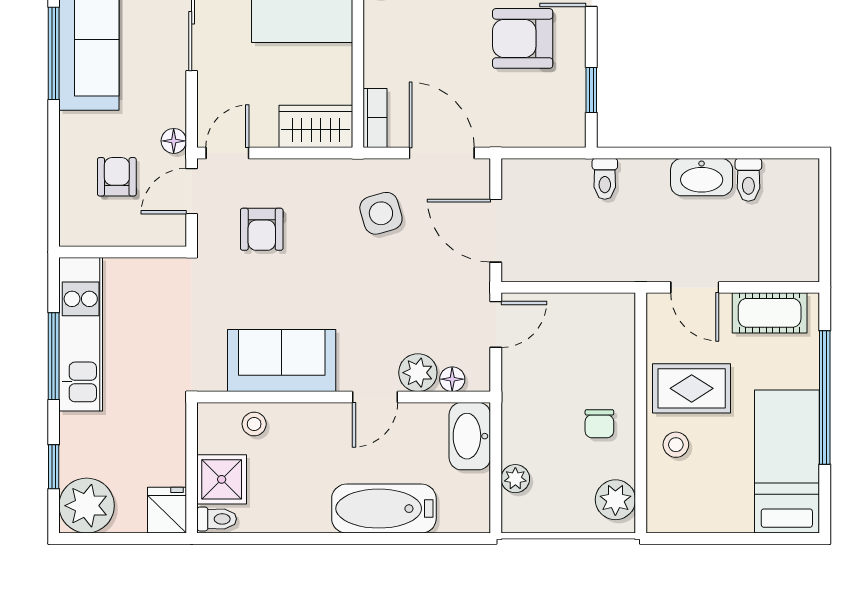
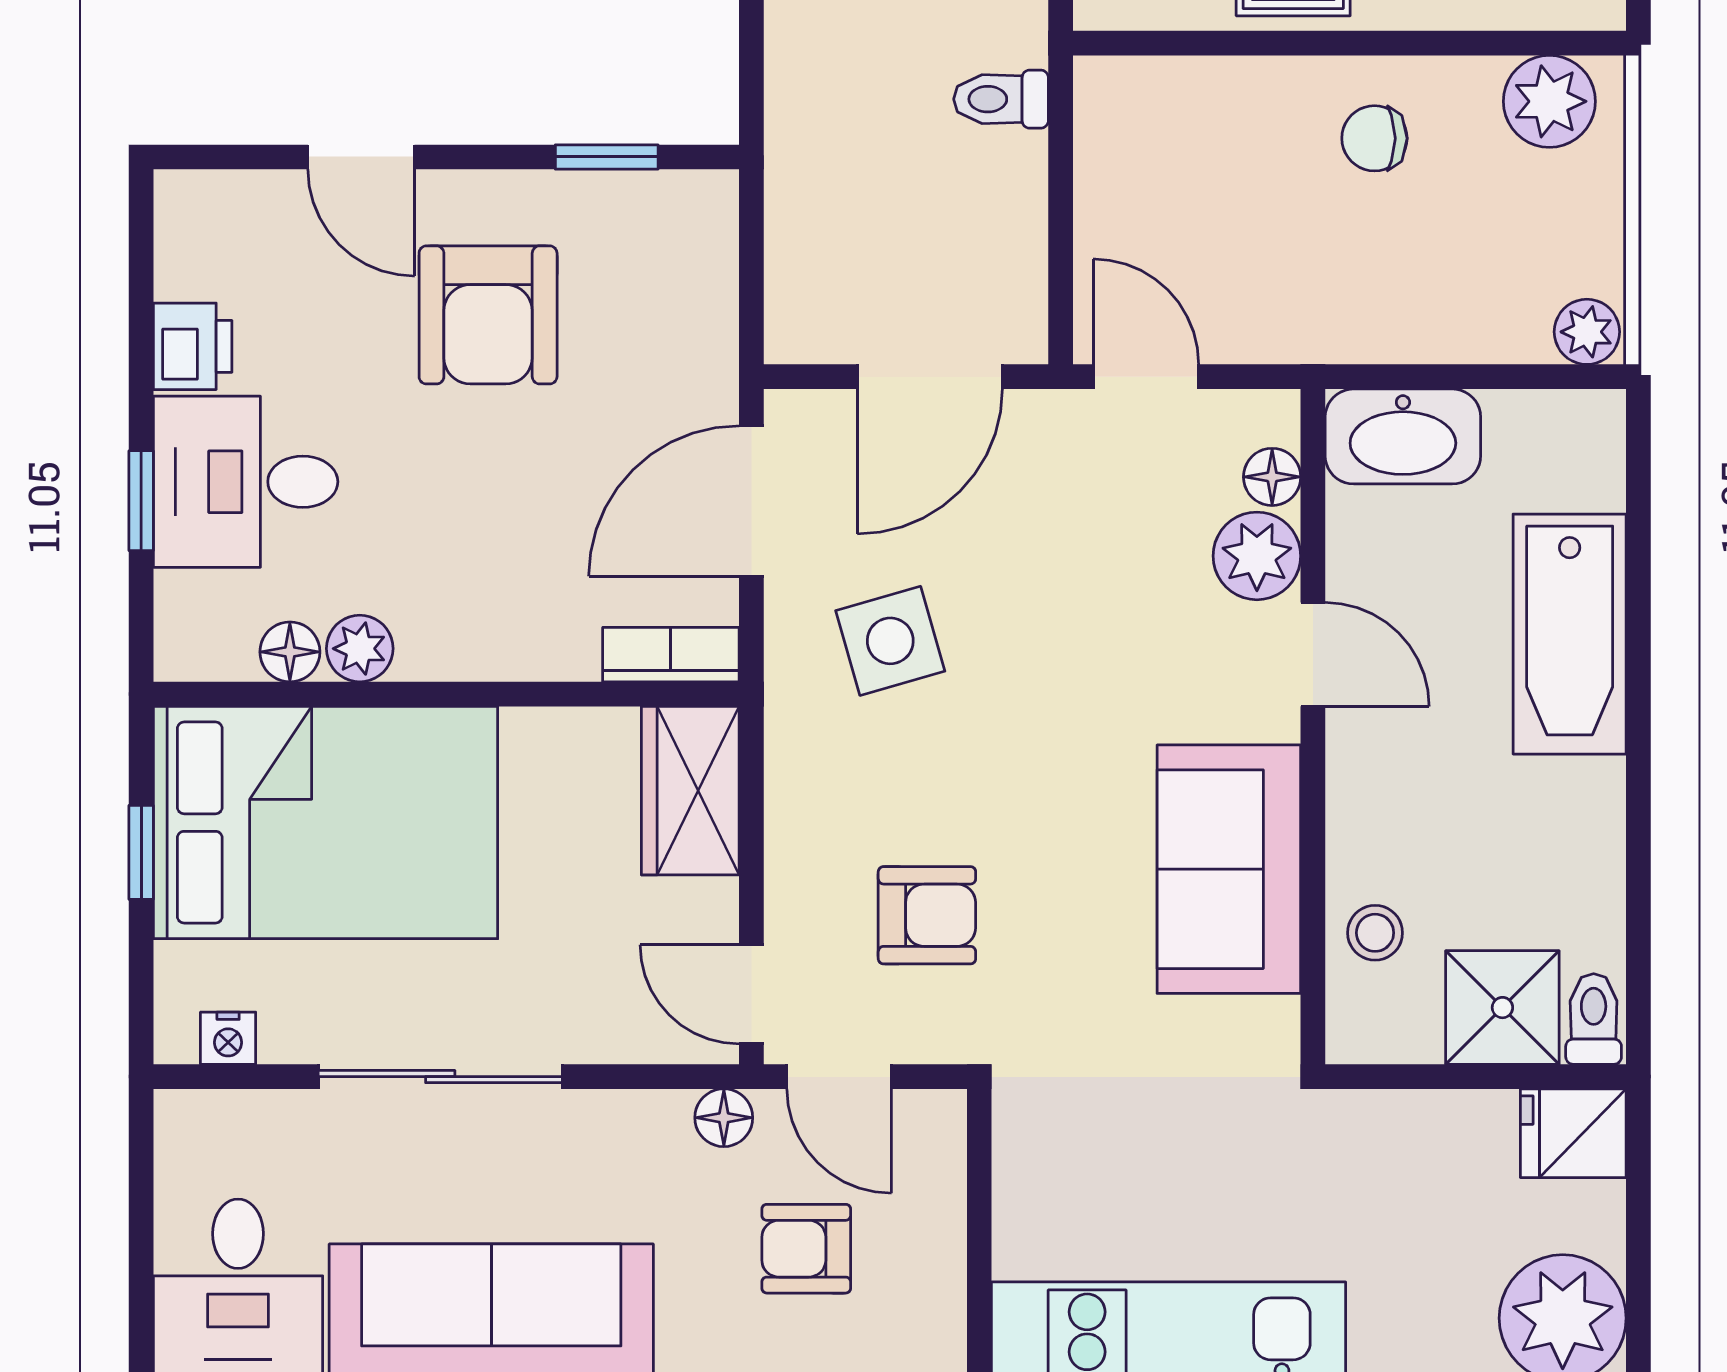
toilet: (605, 179) -> (1001, 99), moved, turned 180
chair: (599, 424) -> (1374, 138), turned 180
plant: (515, 479) -> (1587, 332), moved

